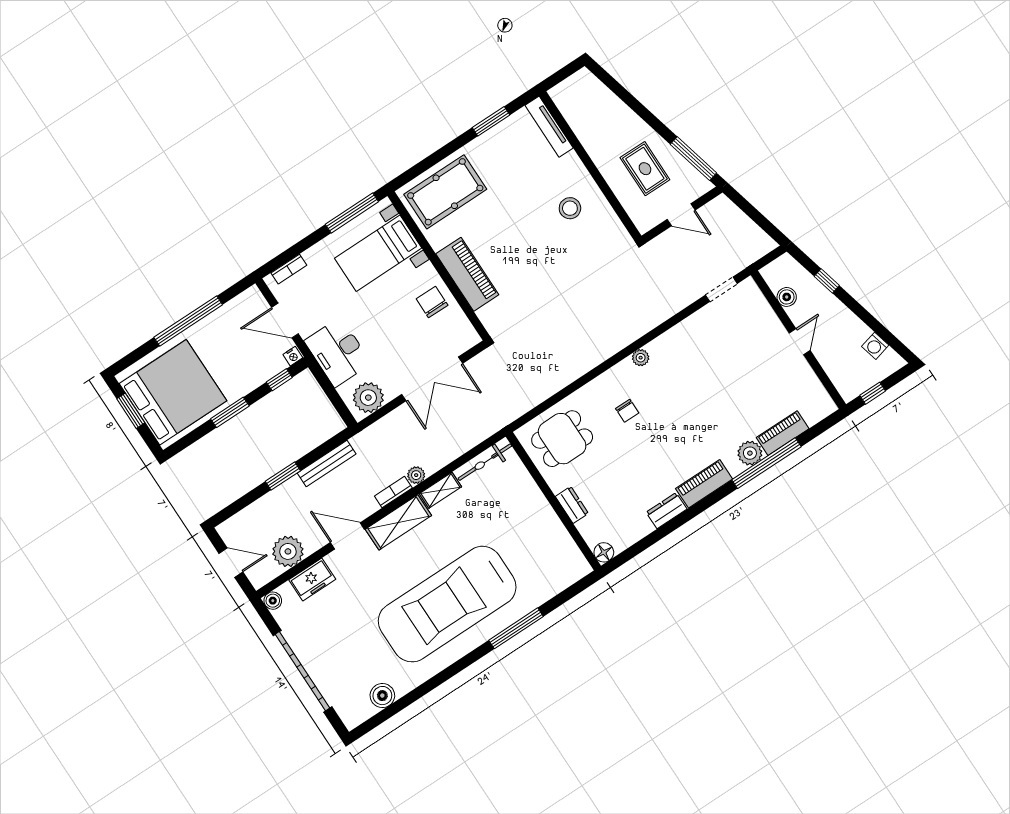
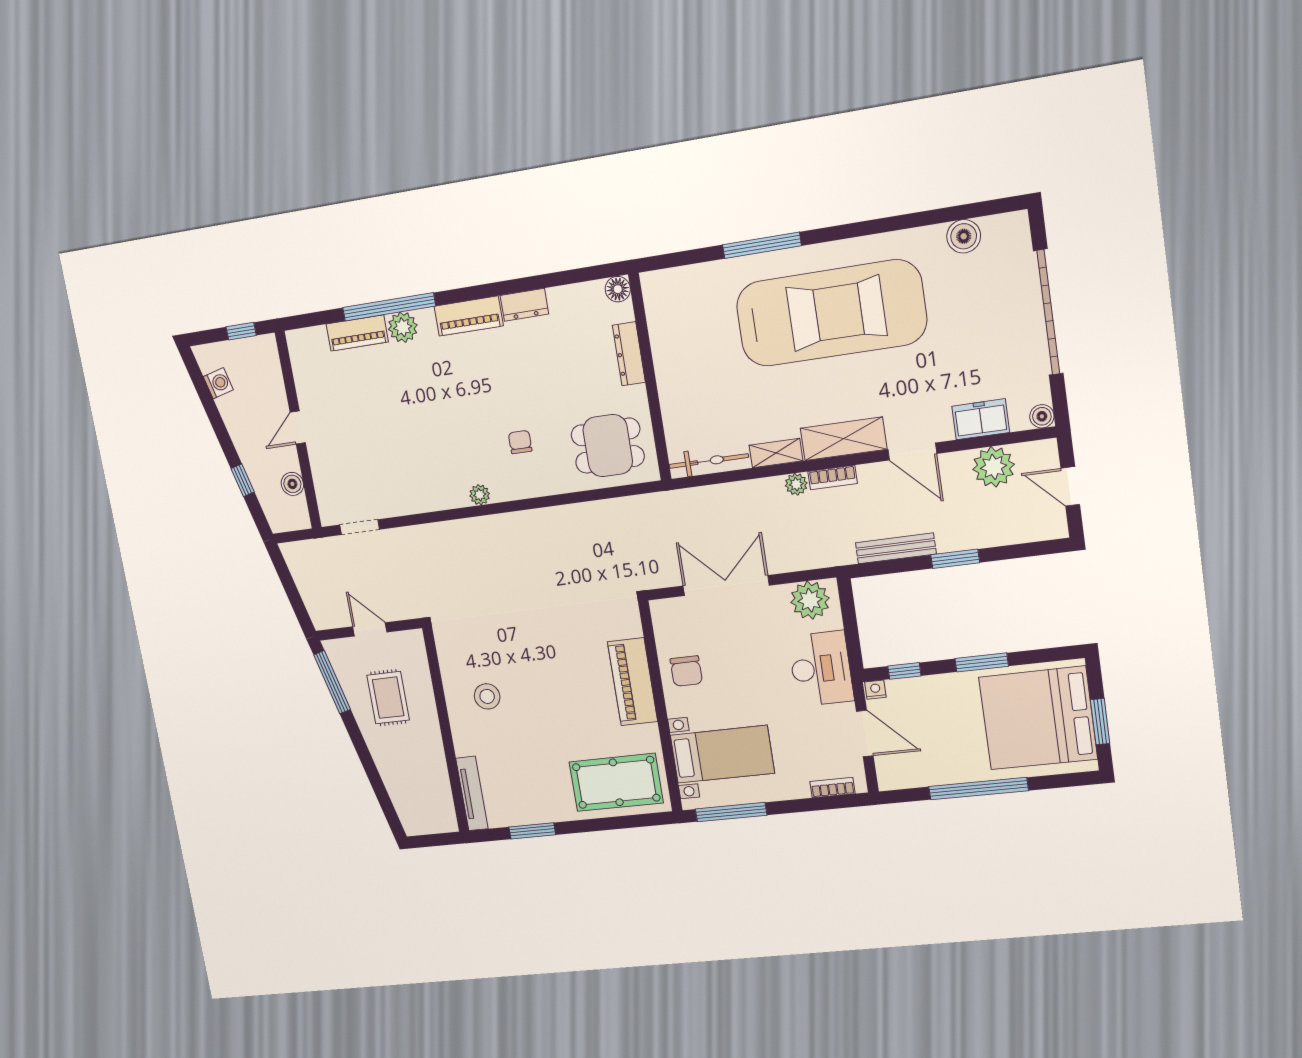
dresser: (572, 505) -> (629, 354), width x1.44

